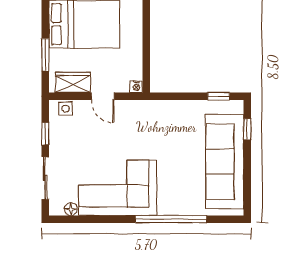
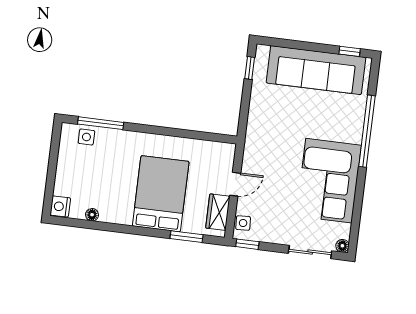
nightstand: (136, 87) -> (230, 149), removed
window: (247, 129) -> (350, 51), moved
window: (45, 134) -> (247, 244), moved
floor lamp: (71, 209) -> (342, 246), moved

